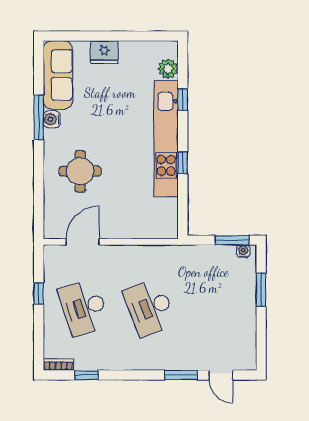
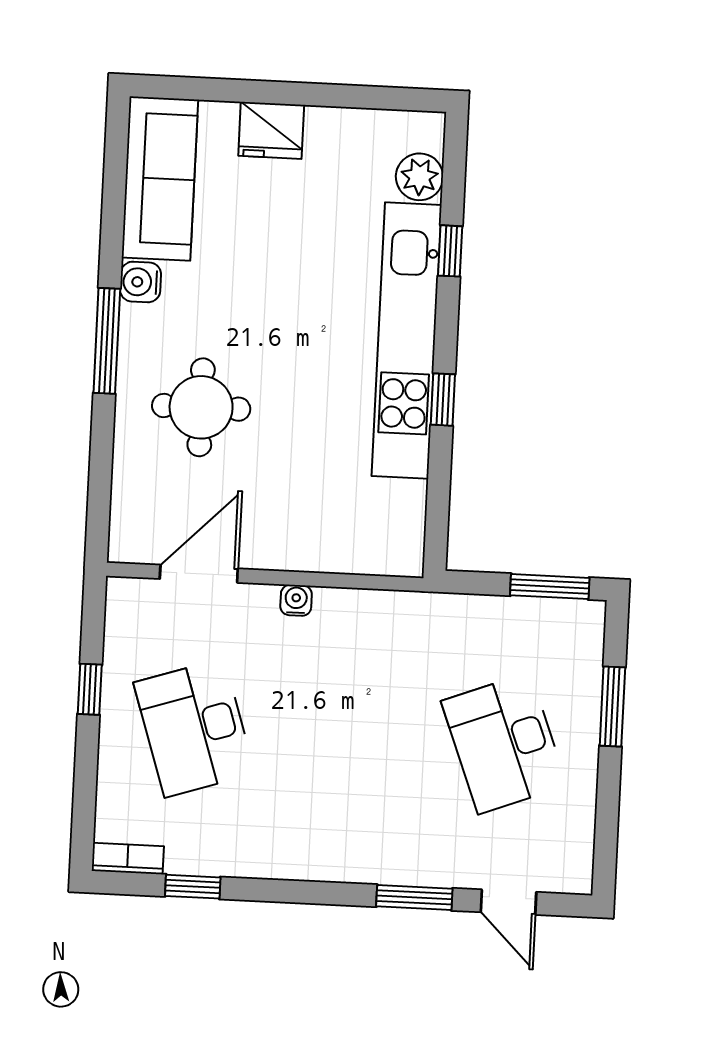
window: (39, 117) -> (107, 341), moved
water cooler: (243, 251) -> (296, 600), moved
desk: (150, 308) -> (504, 743), moved

